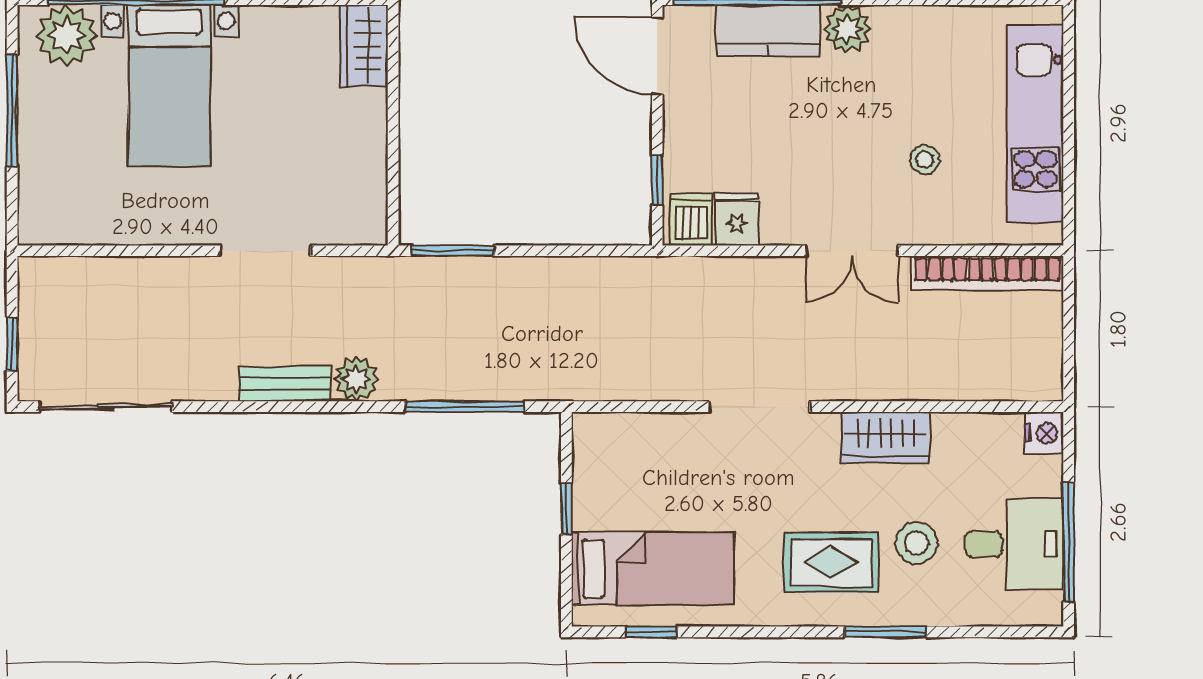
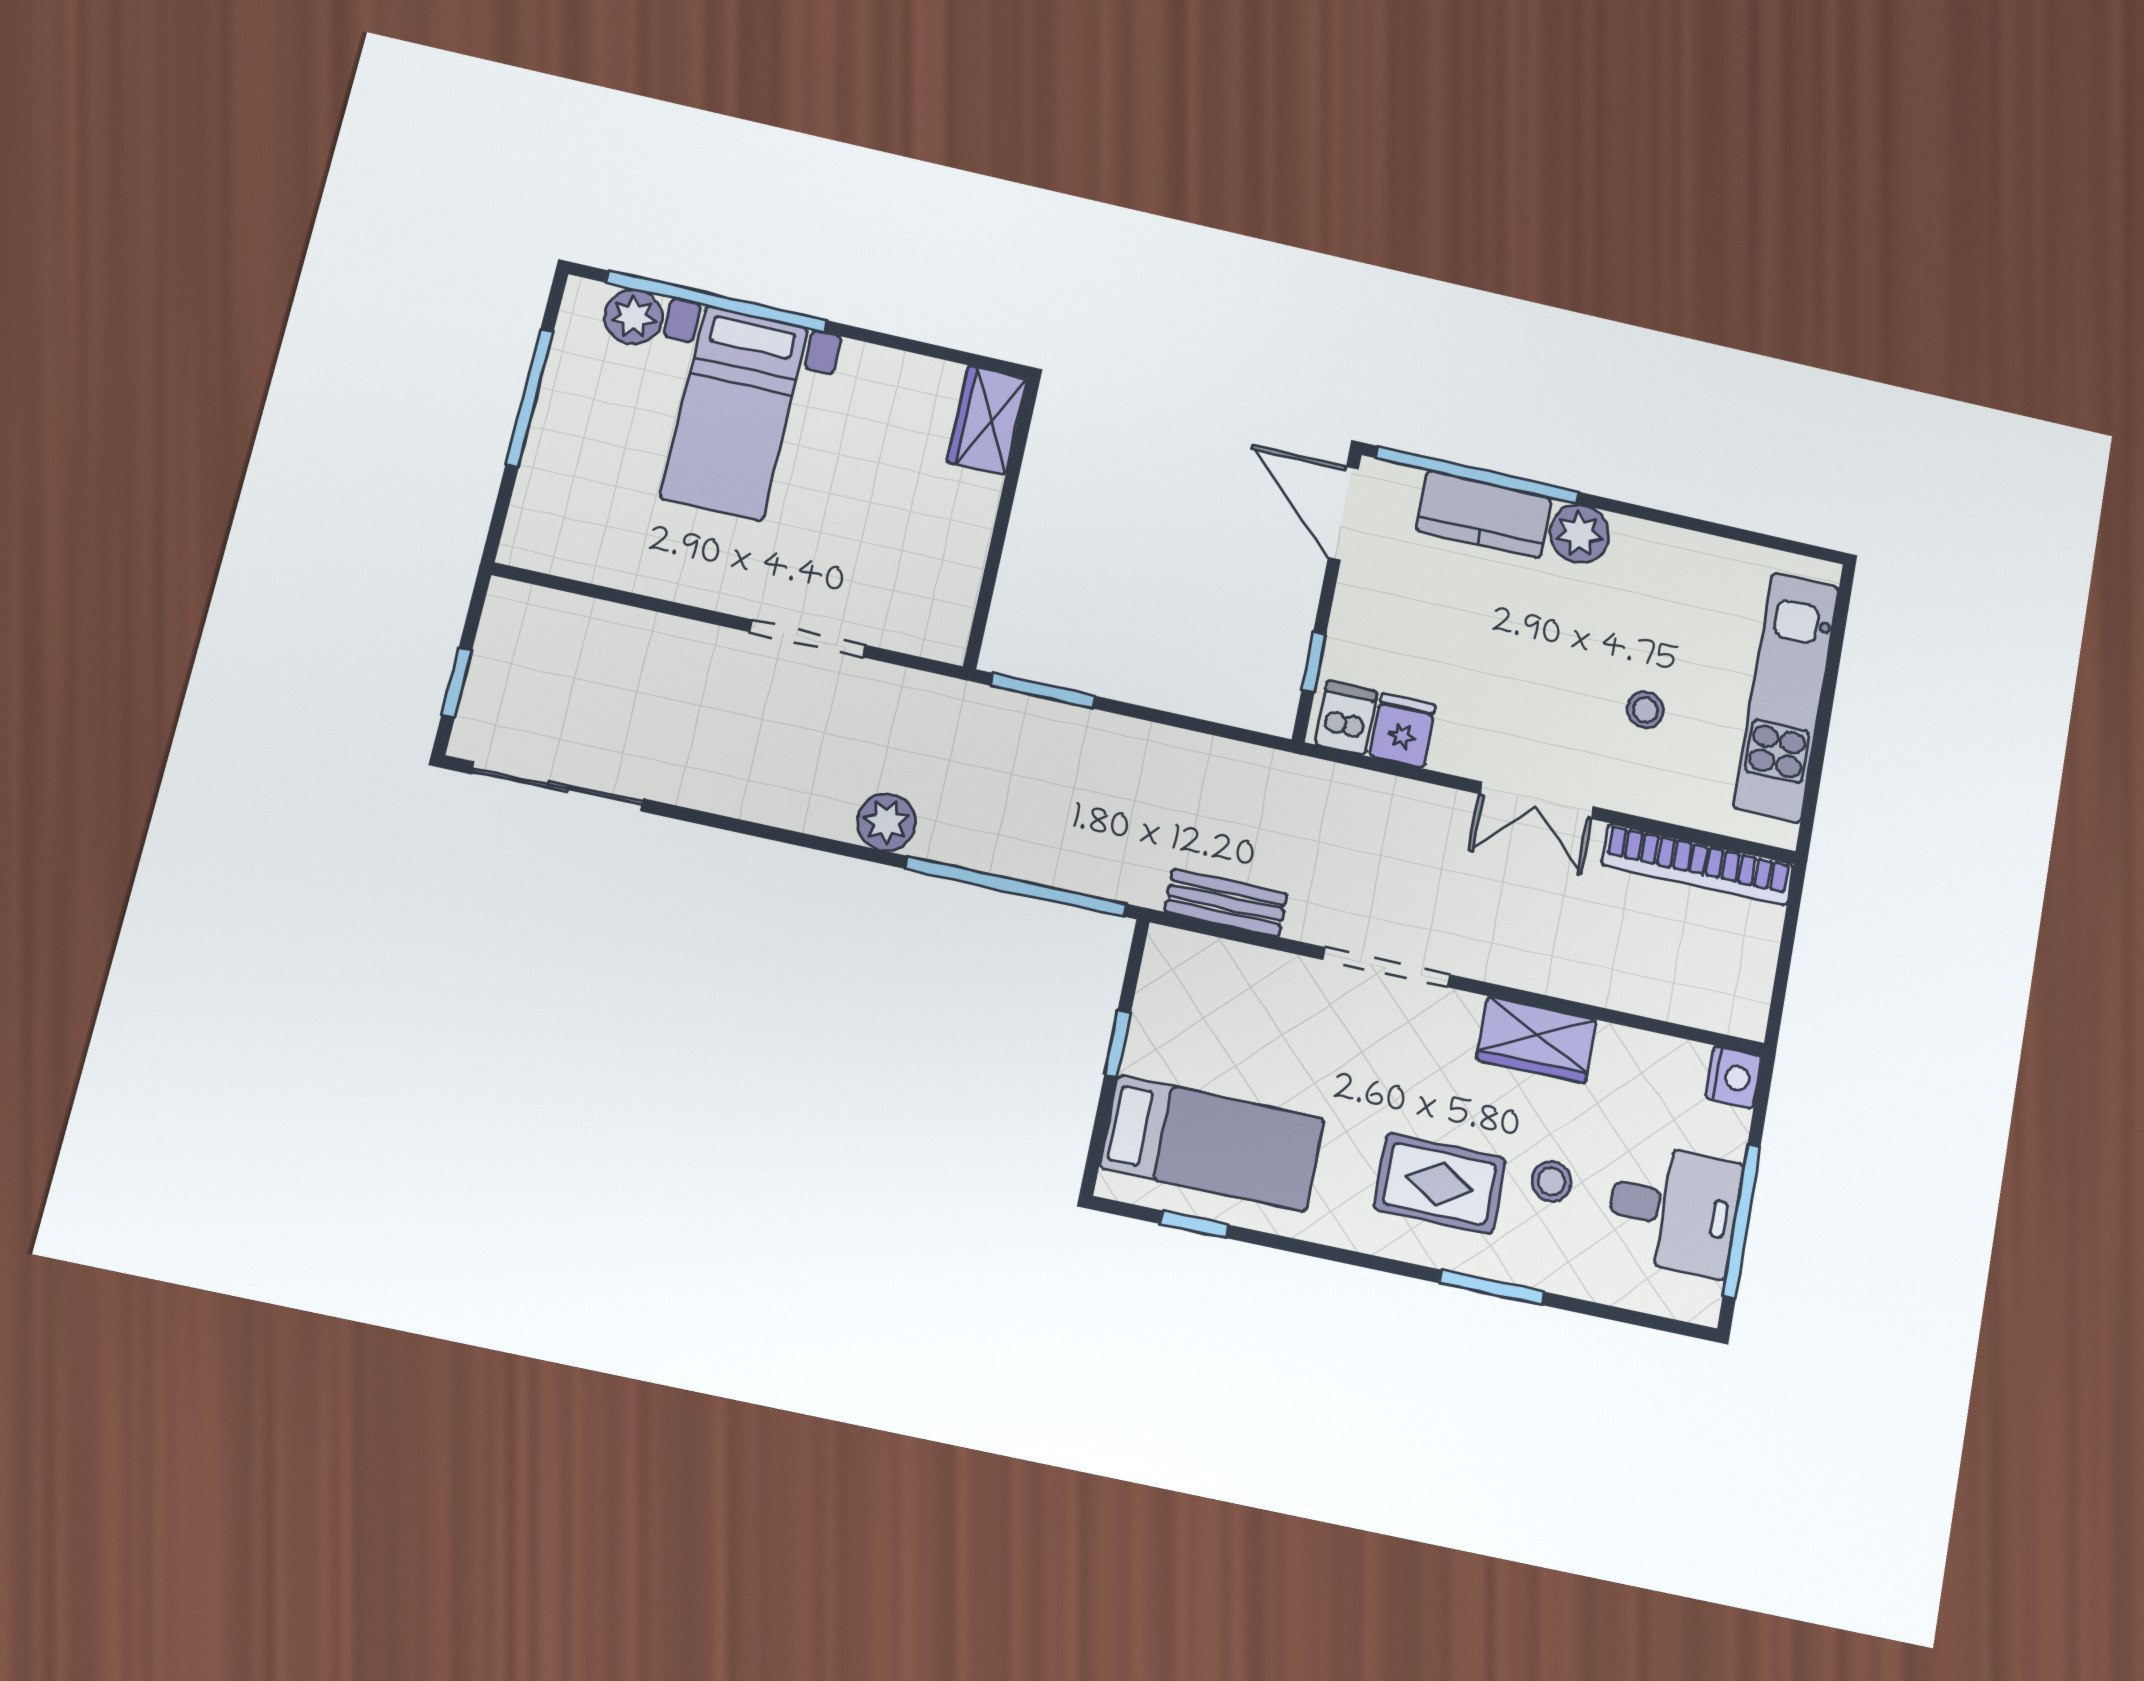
plant: (67, 35) -> (633, 317), width x0.73, depth x0.73
bench: (285, 384) -> (1226, 903), moved
window: (465, 407) -> (1016, 886), width x1.46
stool: (917, 543) -> (1551, 1181), width x0.73, depth x0.73

